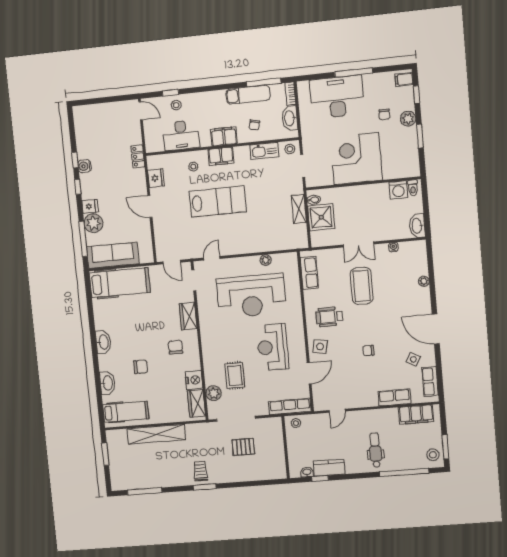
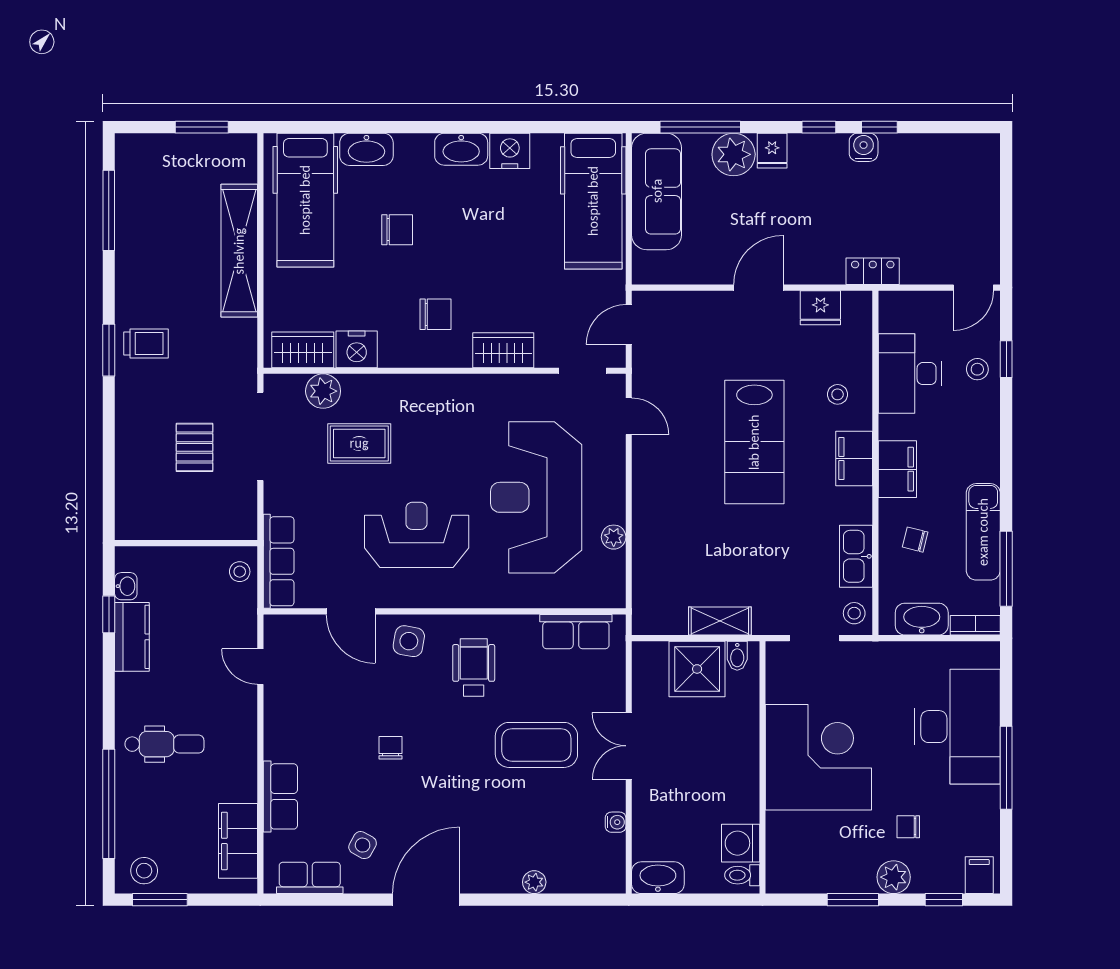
nightstand: (102, 321) -> (510, 151), added
chair: (141, 367) -> (397, 230), turned -90
hospital bed: (126, 412) -> (305, 200), width x1.37, depth x1.29

